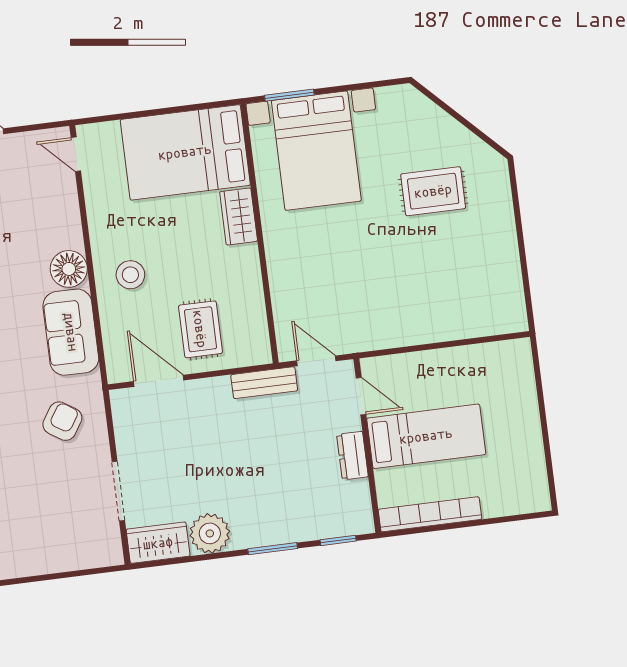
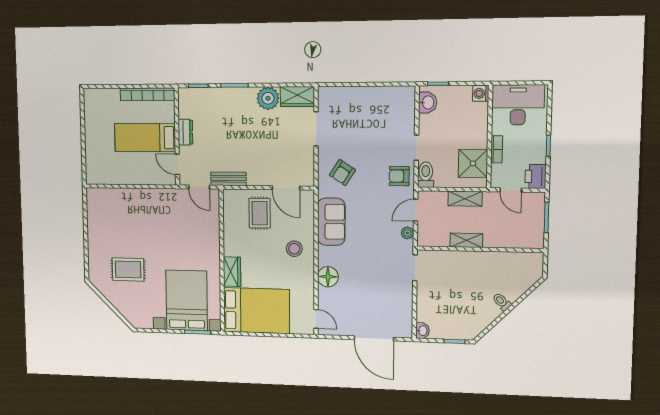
floor lamp: (69, 269) -> (328, 277), moved

